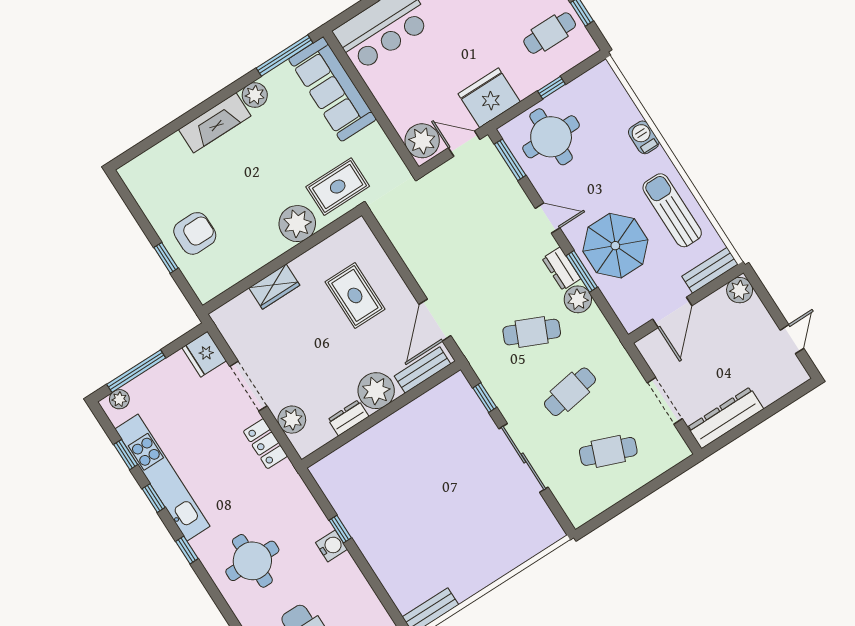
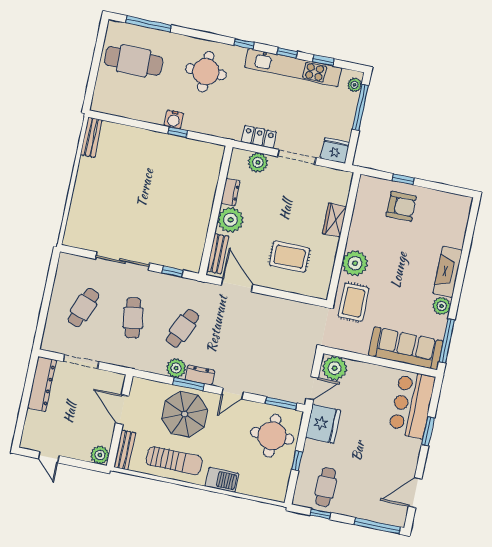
barbecue: (644, 137) -> (222, 480), width x1.38, depth x1.27
armchair: (195, 233) -> (401, 206), turned -90

